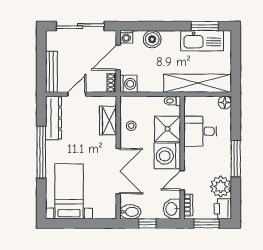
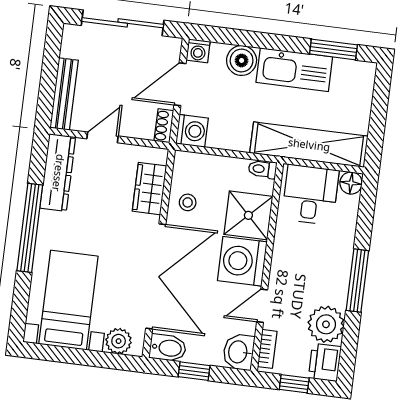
kitchen sink: (202, 41) -> (294, 70), moved
desk: (200, 131) -> (310, 195), moved, turned 90
double door: (118, 171) -> (156, 276), width x1.36
plant: (101, 211) -> (119, 341), added
window: (206, 223) -> (294, 384), width x0.67

